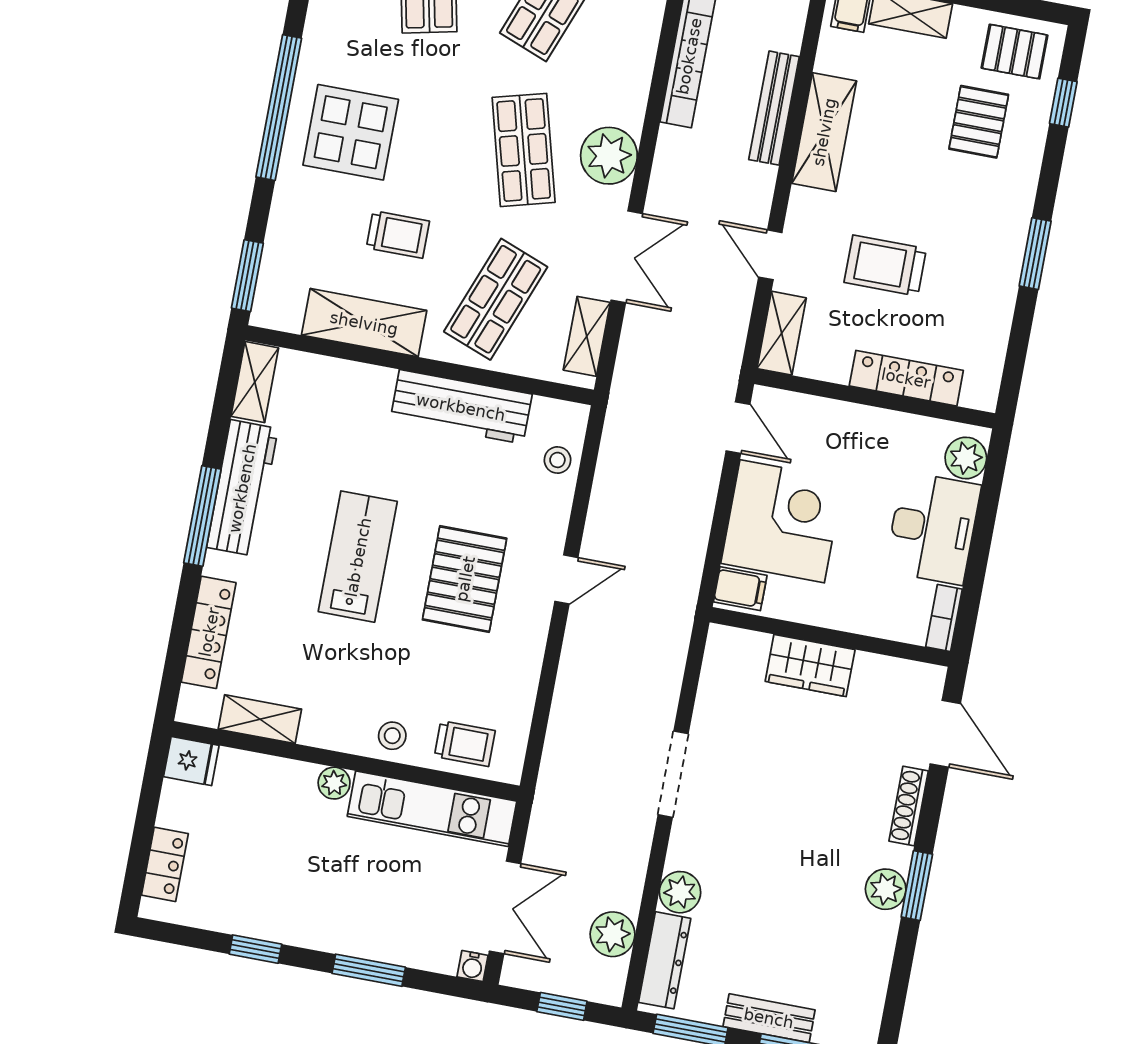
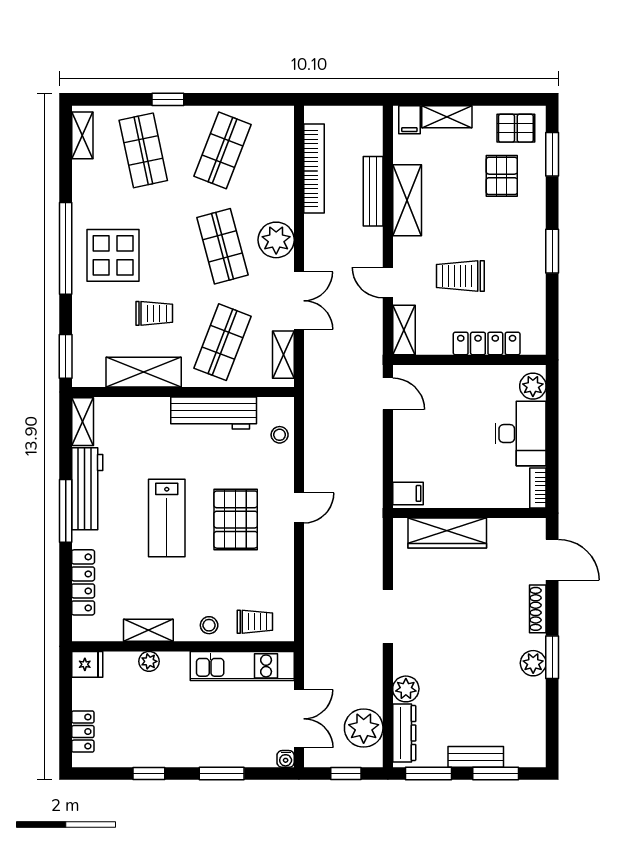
window: (1063, 103) -> (552, 154), width x1.50
corner desk: (782, 521) -> (426, 447), removed
lab bench: (358, 557) -> (167, 518), turned 180
wardrobe: (810, 665) -> (447, 533), width x1.50
shelving: (260, 719) -> (148, 630), moved
plant: (334, 783) -> (149, 661), moved
plant: (613, 934) -> (364, 728), width x1.36, depth x1.36

